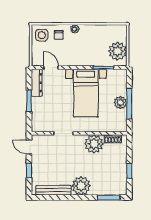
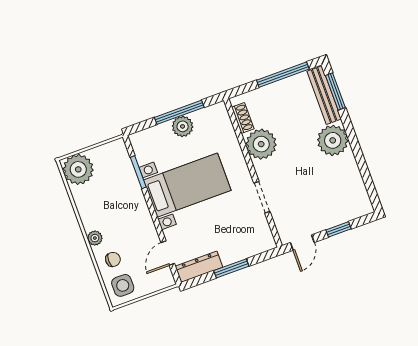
plant: (118, 51) -> (78, 169), moved
window: (129, 171) -> (283, 75), width x2.17
bench: (53, 190) -> (324, 95), moved

